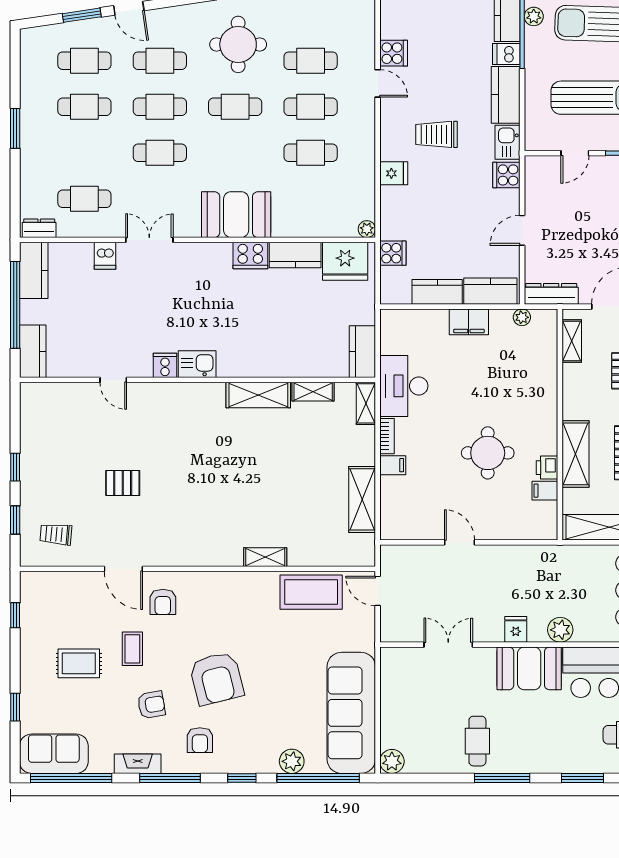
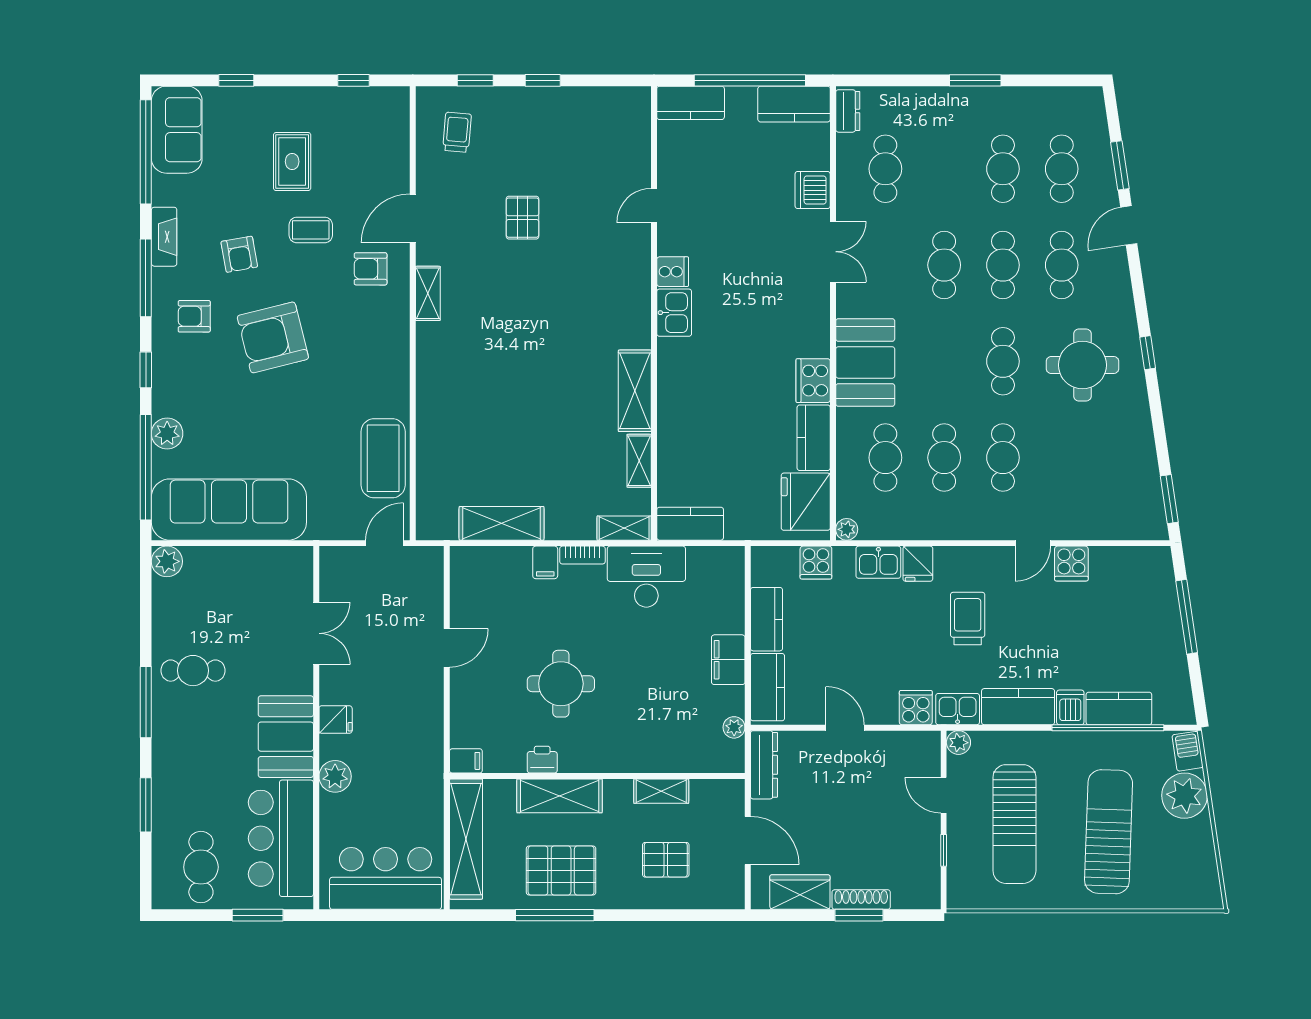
plant: (534, 16) -> (958, 743), moved
cafe table: (311, 61) -> (885, 458), moved
kitchen sink: (393, 204) -> (878, 562), added
dishwasher: (105, 256) -> (813, 190), width x1.38
shelving: (572, 341) -> (661, 791), moved
filing cabinet: (545, 491) -> (466, 761), moved, turned 90
shelving: (265, 557) -> (428, 293), moved

